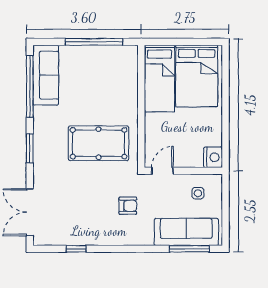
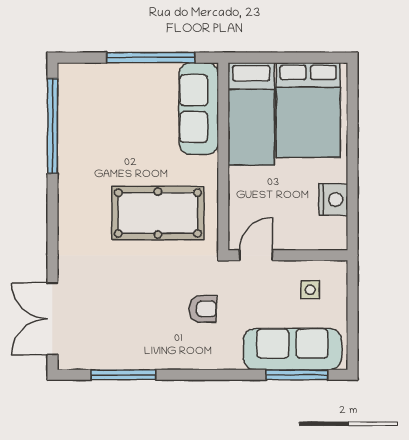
sofa: (46, 75) -> (199, 109), moved, turned 180
window: (30, 148) -> (52, 221), removed
nightstand: (213, 157) -> (333, 200), moved
window: (76, 249) -> (123, 375), width x2.17

